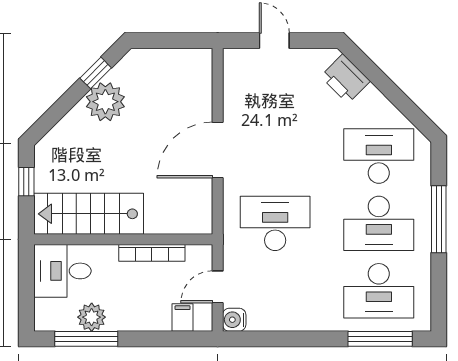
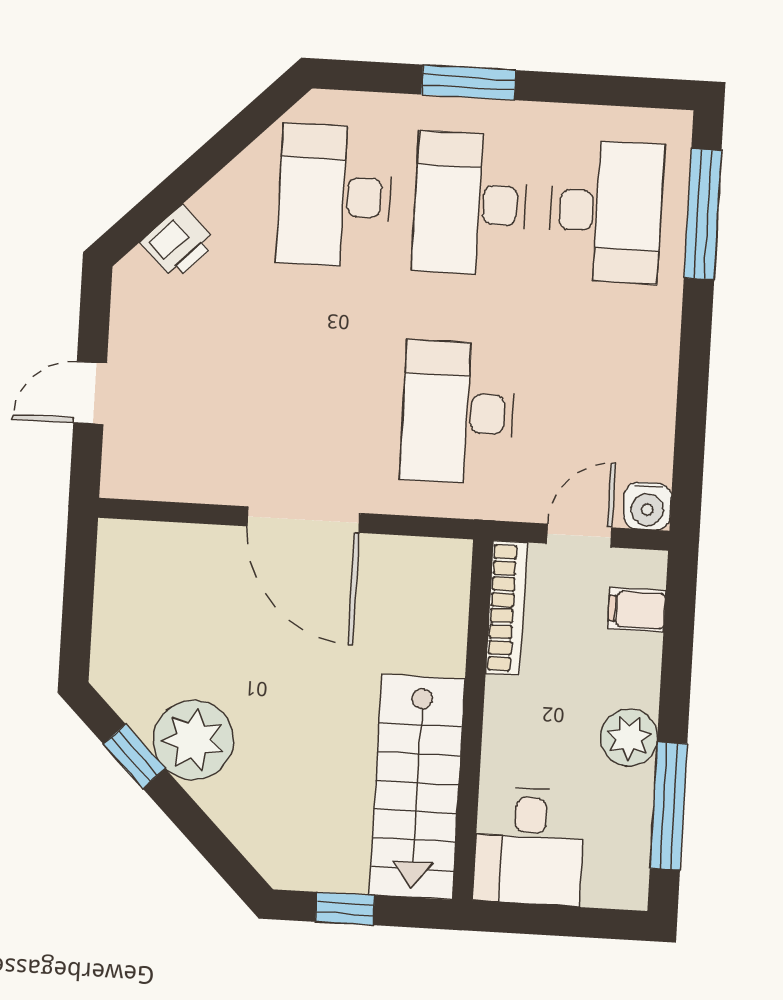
printer: (345, 79) -> (179, 243), width x0.73, depth x0.81
window: (439, 219) -> (469, 82), width x0.69
desk: (379, 223) -> (470, 204), turned 180
bookcase: (152, 253) -> (506, 608), moved
door: (218, 287) -> (579, 536), swing flipped
plant: (92, 317) -> (629, 738), moved

